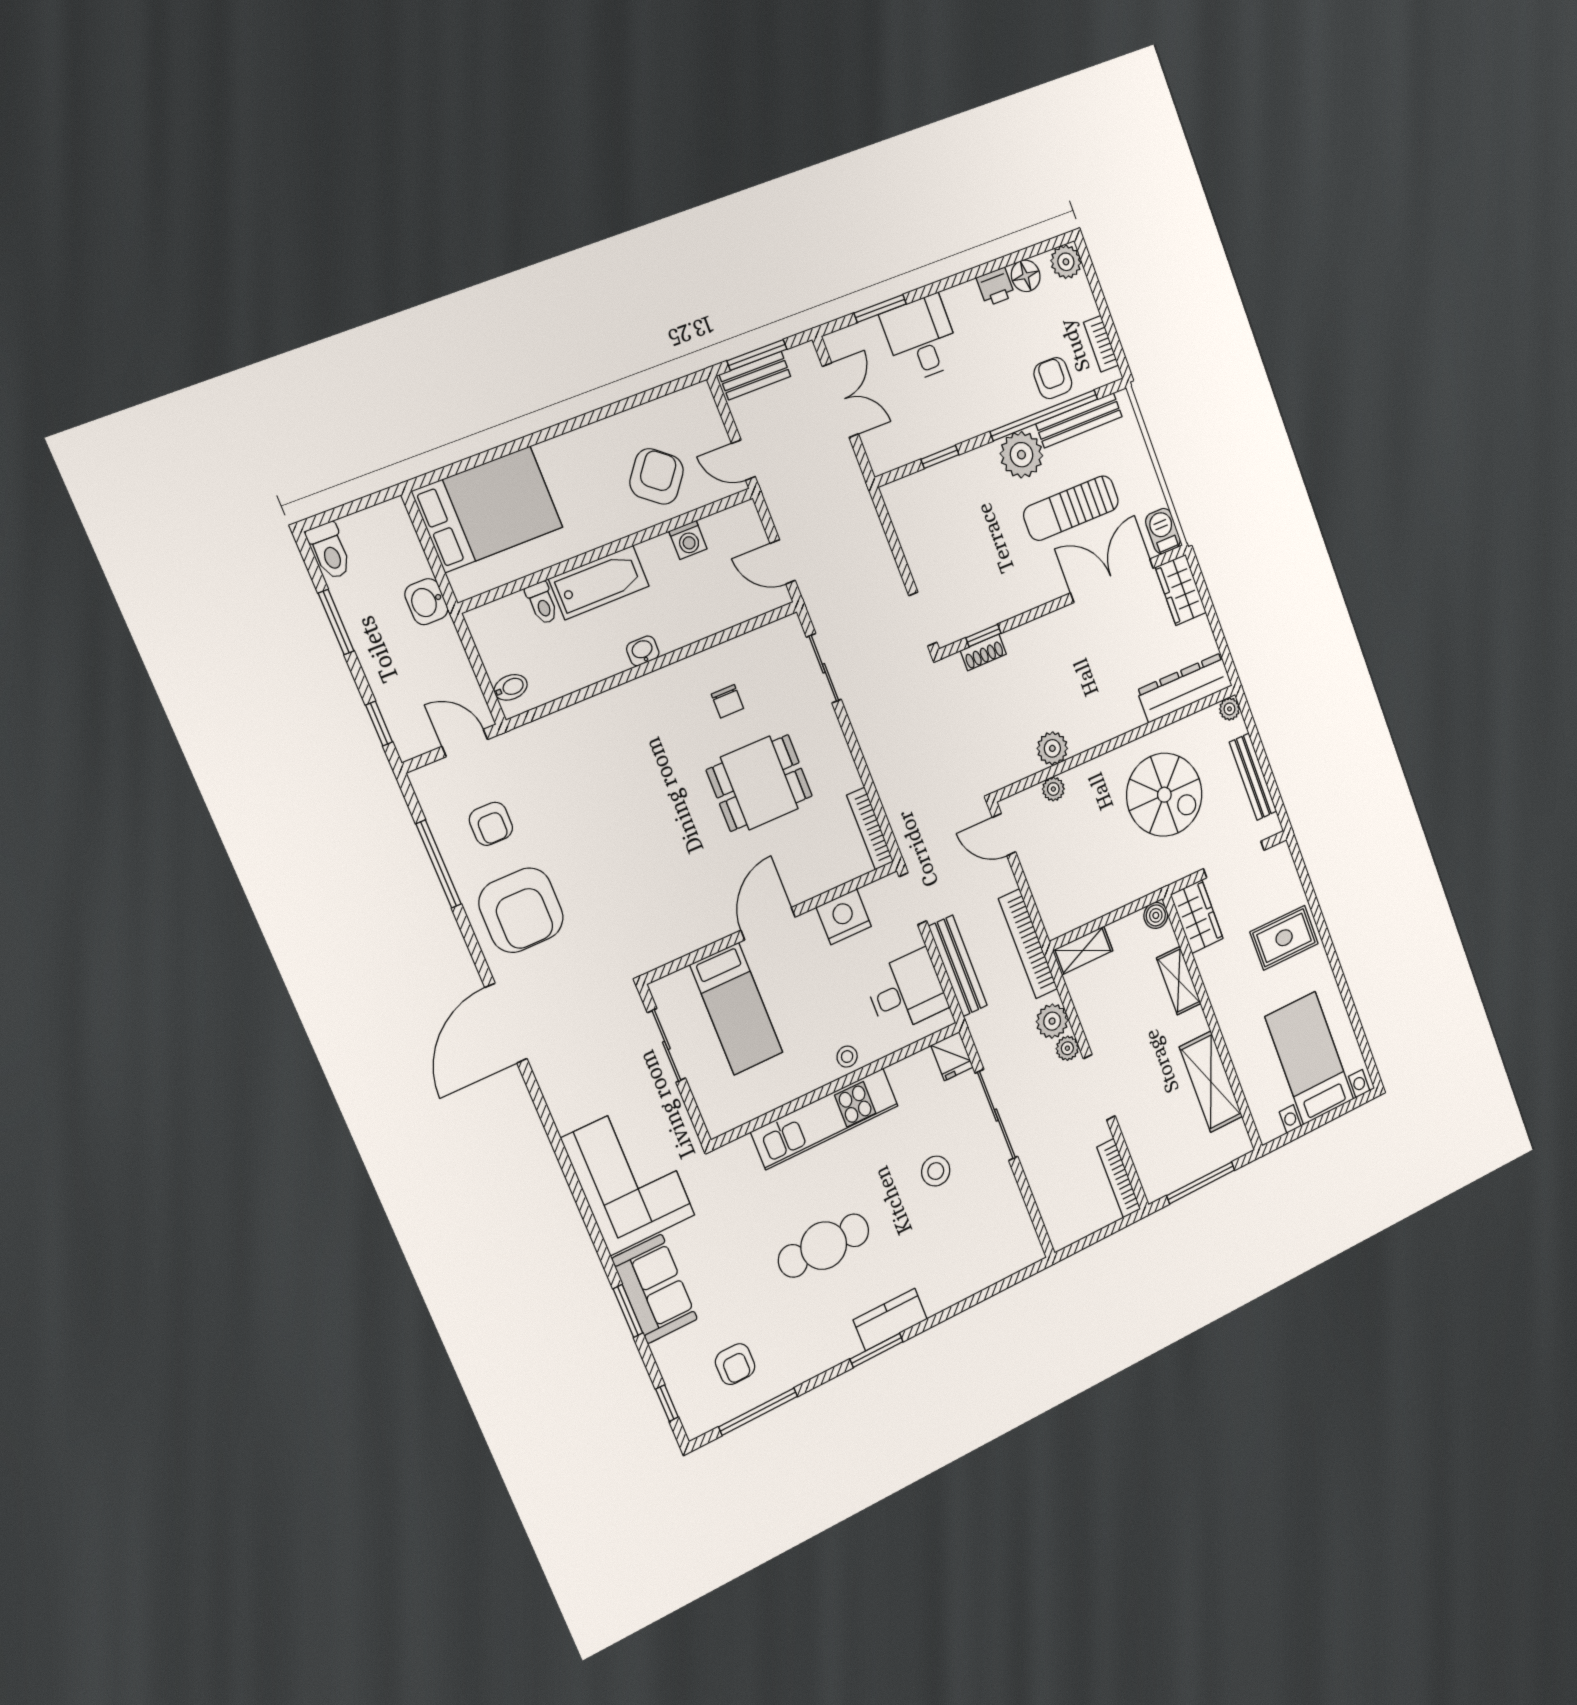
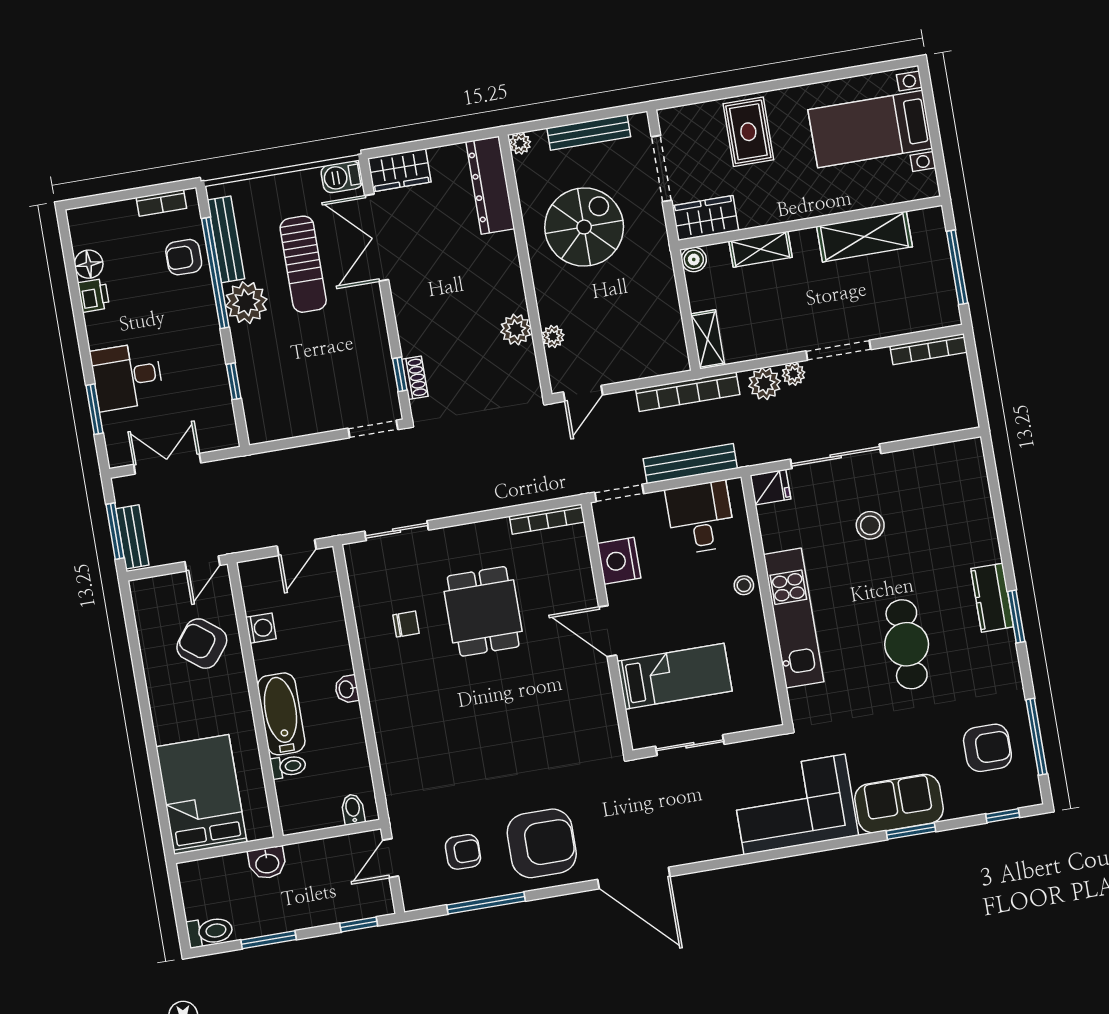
plant: (1066, 262) -> (83, 222), removed
armchair: (735, 1364) -> (987, 748), width x1.38, depth x1.38

